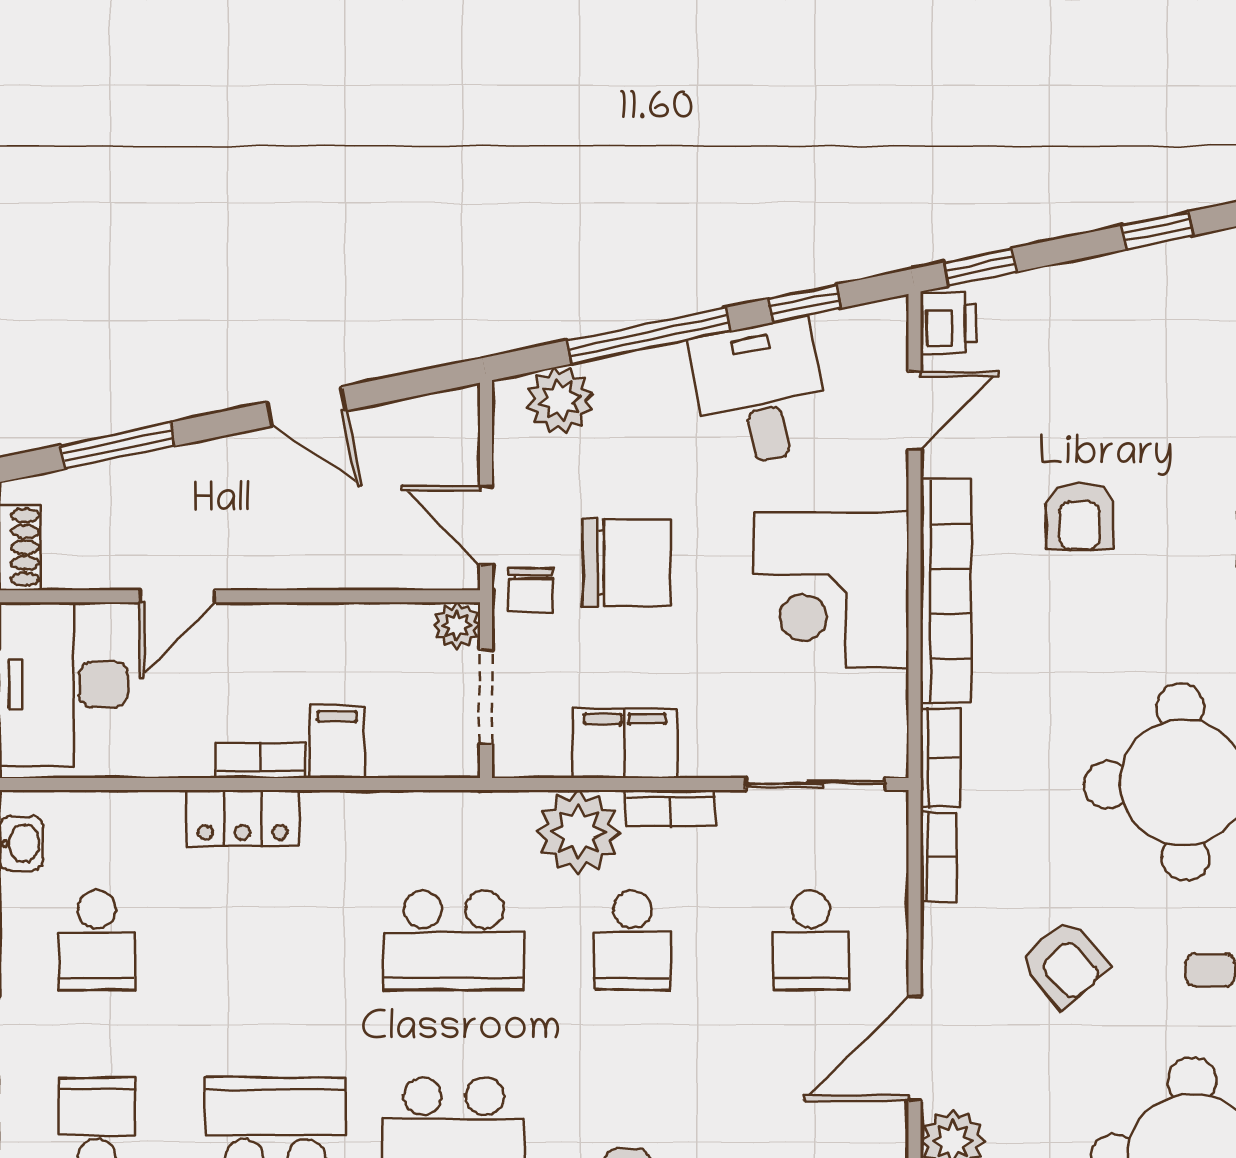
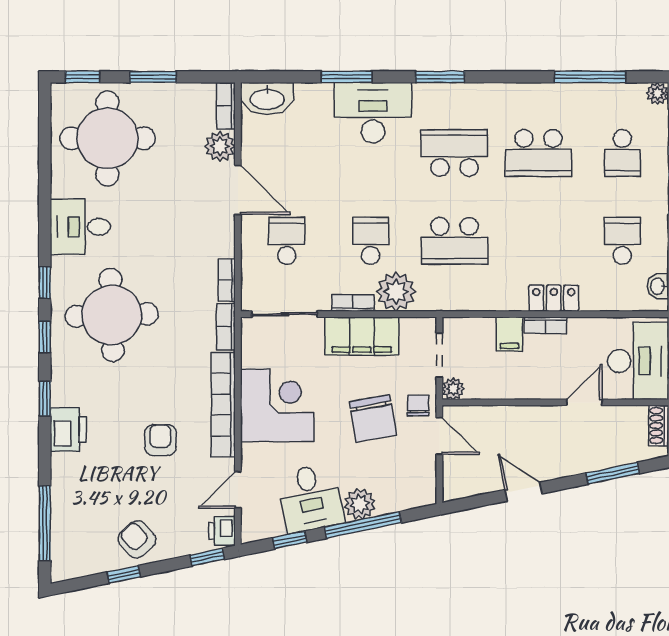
plant: (560, 400) -> (360, 504), moved
chair: (627, 562) -> (373, 418), turned -100
filing cabinet: (625, 743) -> (362, 336), width x1.50, depth x1.17
school desk: (454, 940) -> (455, 241), turned 180
armchair: (1064, 963) -> (137, 539), moved
door: (915, 1048) -> (238, 190), hinge flipped

